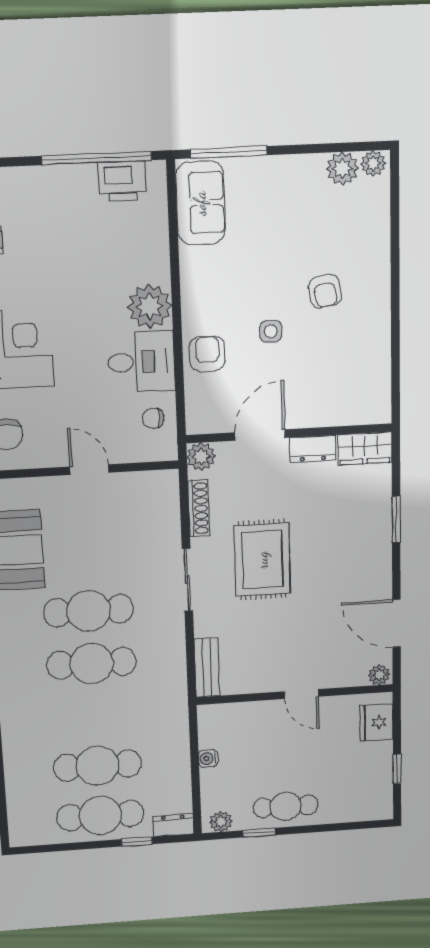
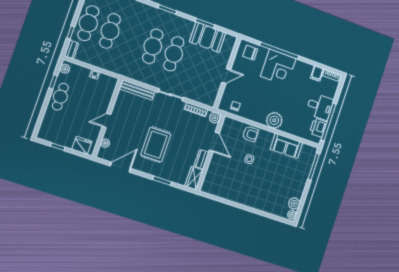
sofa: (200, 203) -> (286, 146), moved
armchair: (325, 291) -> (256, 183), removed
desk: (141, 362) -> (320, 107), moved, turned -90
rug: (262, 560) -> (156, 145), moved, turned 90
bench: (207, 667) -> (137, 90), width x1.36
plant: (379, 675) -> (105, 143), moved

